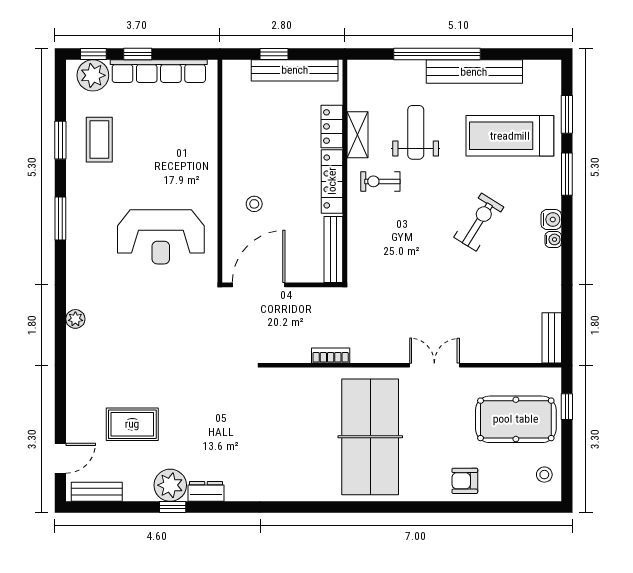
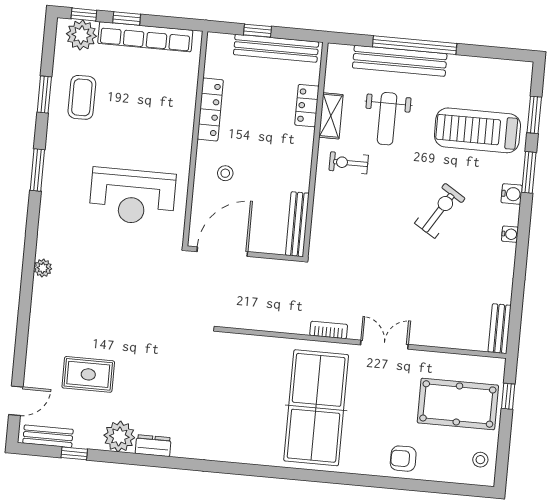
bench: (474, 72) -> (400, 61), moved
weight bench: (416, 132) -> (387, 119), turned 180
locker: (332, 181) -> (210, 110), moved, turned 180
water cooler: (551, 219) -> (512, 194), moved
bookcase: (331, 355) -> (329, 330), moved
window: (173, 507) -> (74, 453), moved

